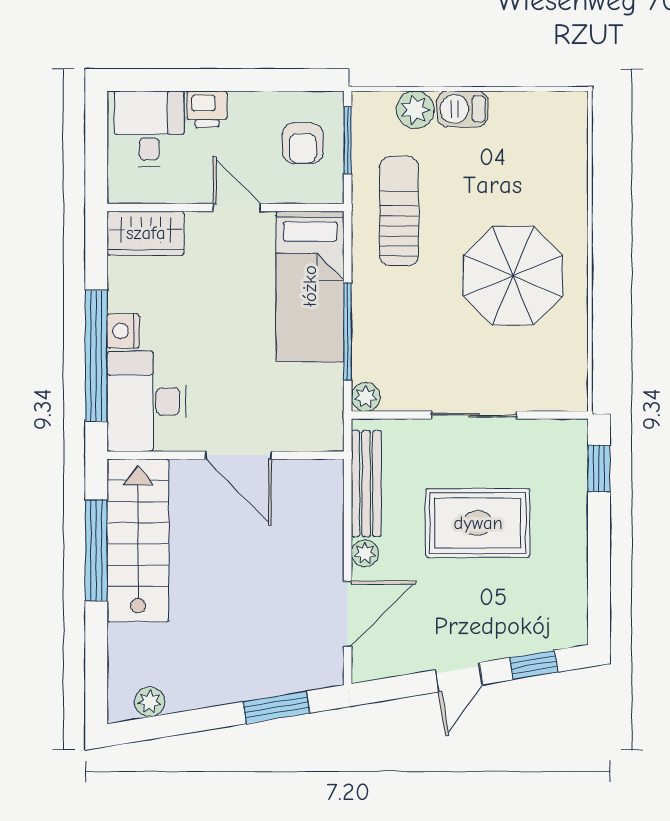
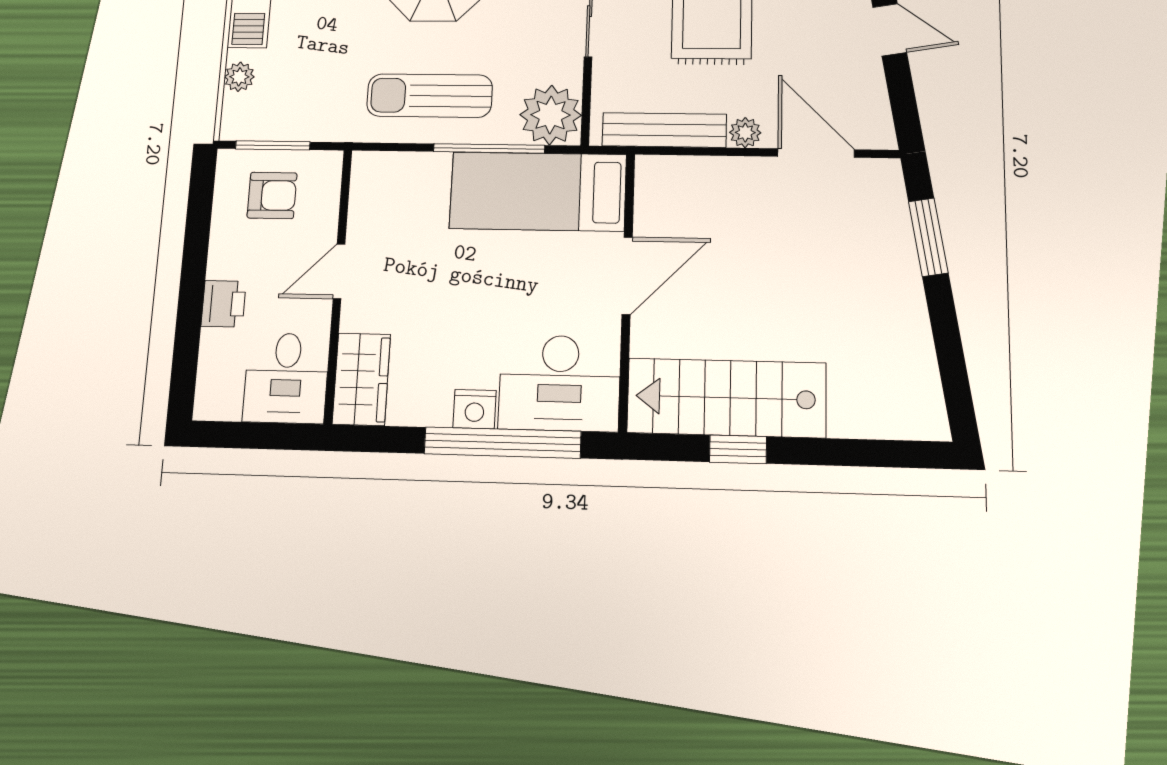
plant: (415, 110) -> (239, 77), width x0.73, depth x0.73
desk: (149, 129) -> (286, 378), moved, turned -90
sun lounger: (399, 211) -> (430, 96), moved
bed: (310, 286) -> (538, 191), moved, turned 180
plant: (366, 397) -> (551, 115), width x1.88, depth x1.88
window: (96, 550) -> (738, 449), width x0.46
plant: (150, 702) -> (924, 389), removed

